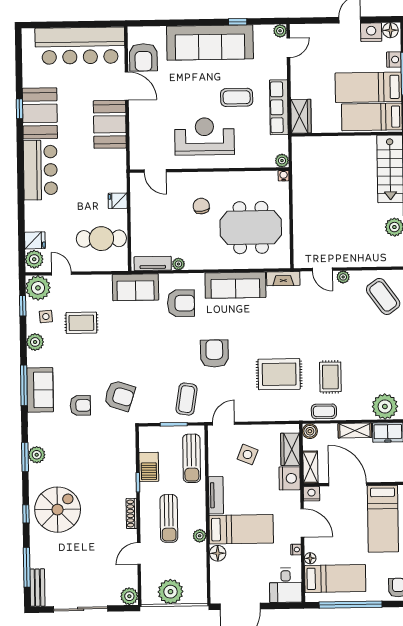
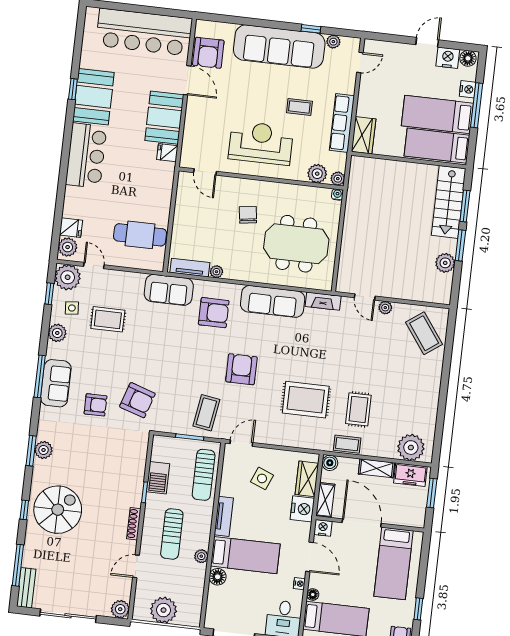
plant: (280, 31) -> (333, 42), moved
coffee table: (237, 97) -> (299, 107), width x0.73, depth x0.77
plant: (262, 158) -> (317, 174), added
fridge: (118, 201) -> (167, 153), moved

